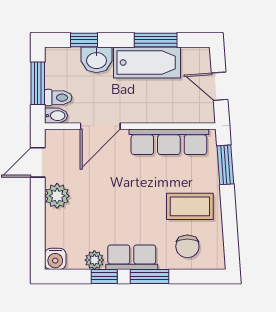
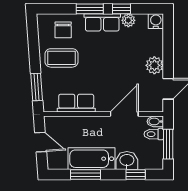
row of seats: (169, 142) -> (76, 103), width x0.68
chair: (187, 246) -> (63, 30), turned 180

